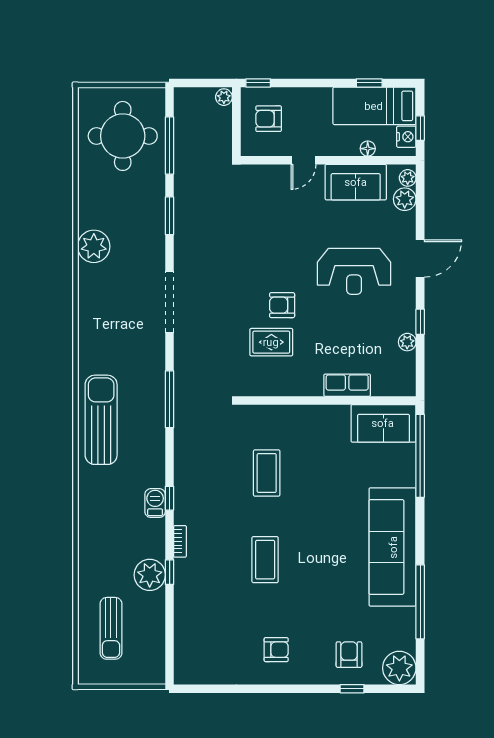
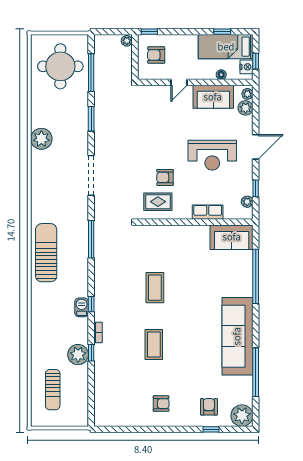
row of seats: (347, 385) -> (208, 212), moved
wall: (328, 400) -> (195, 222), moved
sofa: (383, 423) -> (232, 237), moved

